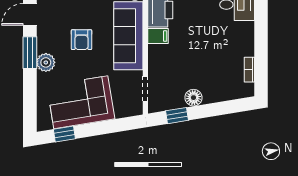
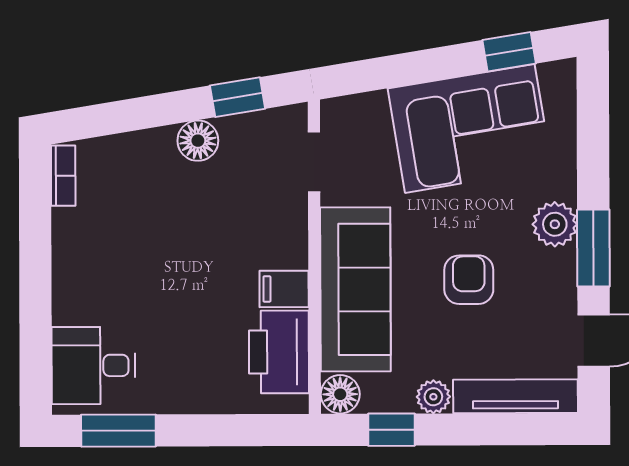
bookcase: (249, 70) -> (63, 176), moved

